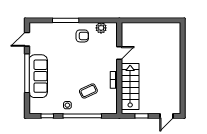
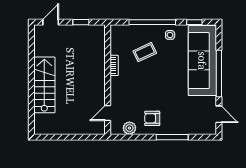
door: (27, 39) -> (219, 114), hinge flipped
door: (119, 53) -> (108, 113), moved
sofa: (38, 76) -> (202, 61), width x1.36, depth x1.27
stairs: (130, 86) -> (44, 85), moved, turned 180

